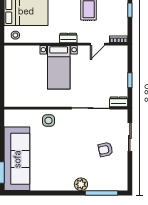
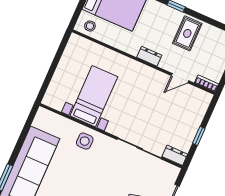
bed with nightstands: (59, 67) -> (94, 96), moved, turned 180

